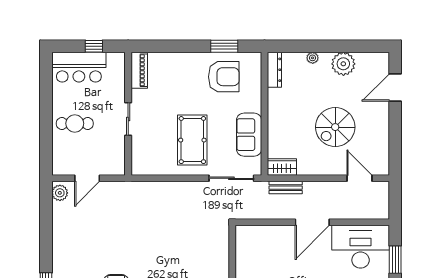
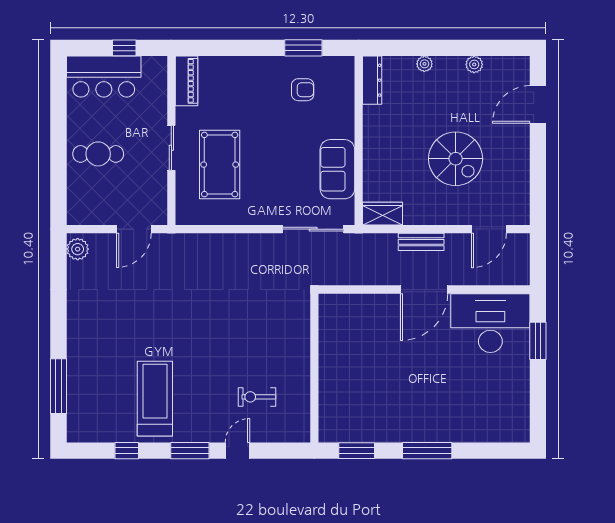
plant: (343, 64) -> (474, 64), width x0.53, depth x0.53
armchair: (224, 77) -> (303, 90), width x0.53, depth x0.53
spiral stairs: (335, 127) -> (456, 159), turned -90
pool table: (192, 140) -> (220, 165), moved
door: (87, 178) -> (134, 229), moved
door: (359, 178) -> (489, 229), swing flipped
bench: (286, 188) -> (421, 242), moved

